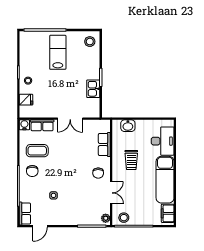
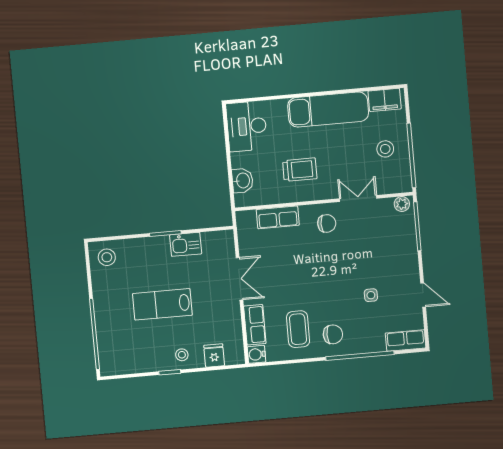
lab bench: (58, 52) -> (162, 304), moved
desk: (163, 141) -> (247, 126), moved, turned -90
stool: (124, 218) -> (385, 149), moved
door: (40, 226) -> (423, 295), moved

